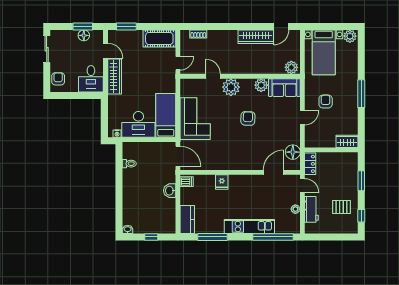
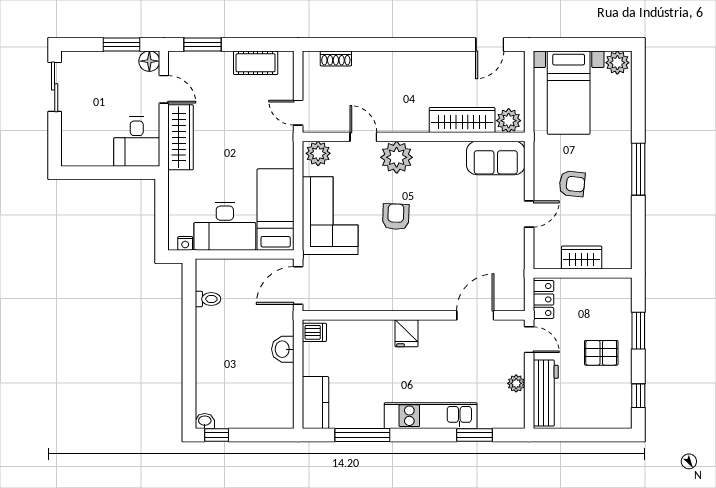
floor lamp: (84, 35) -> (149, 61), moved
wardrobe: (256, 37) -> (462, 120), moved, turned 180
cot: (159, 38) -> (256, 63), width x0.73, depth x0.75
door: (178, 63) -> (298, 113), swing flipped
armchair: (58, 79) -> (76, 142), removed
plant: (261, 85) -> (318, 153), moved
armchair: (326, 102) -> (572, 184), turned 96
armchair: (248, 118) -> (396, 217), moved
wardrobe: (347, 141) -> (582, 258), moved
floor lamp: (293, 152) -> (511, 278), removed
door: (178, 156) -> (298, 285), swing flipped
fridge: (222, 182) -> (406, 333), moved
pallet: (341, 207) -> (601, 353), moved
workbench: (311, 209) -> (546, 393), width x1.38
window: (151, 237) -> (217, 435), moved
window: (273, 237) -> (475, 435), width x0.47

